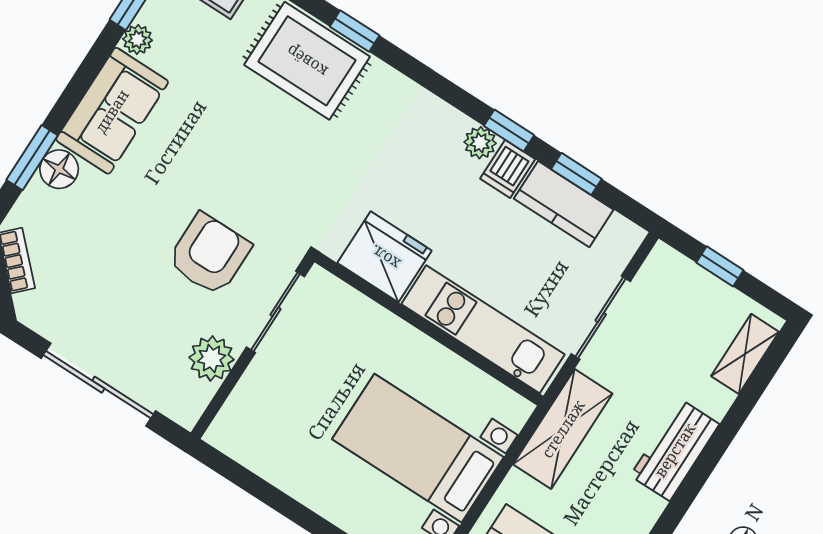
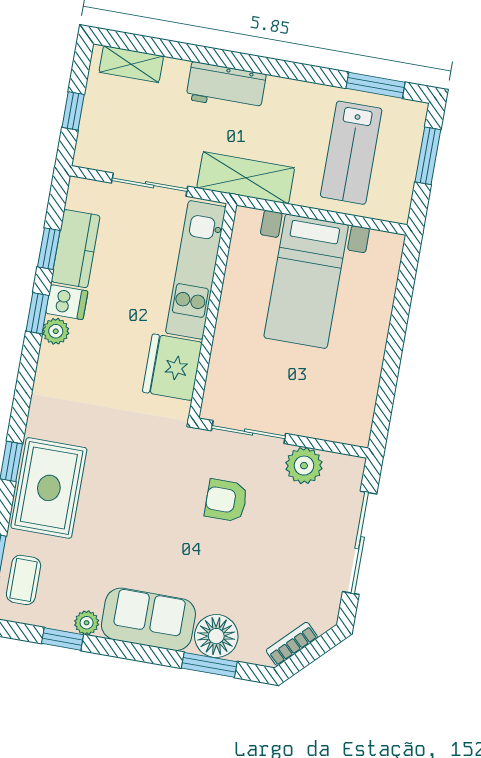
floor lamp: (59, 169) -> (216, 636), width x1.38, depth x1.38
armchair: (209, 254) -> (226, 500), width x0.72, depth x0.72

